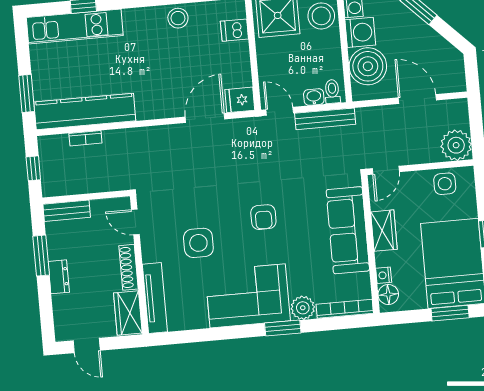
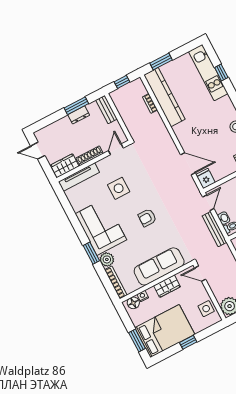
dresser: (59, 277) -> (79, 115), moved
door: (87, 345) -> (38, 151), hinge flipped

